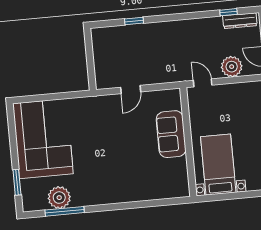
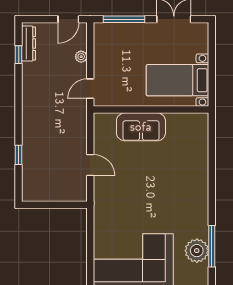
plant: (232, 67) -> (81, 57), width x0.53, depth x0.53

